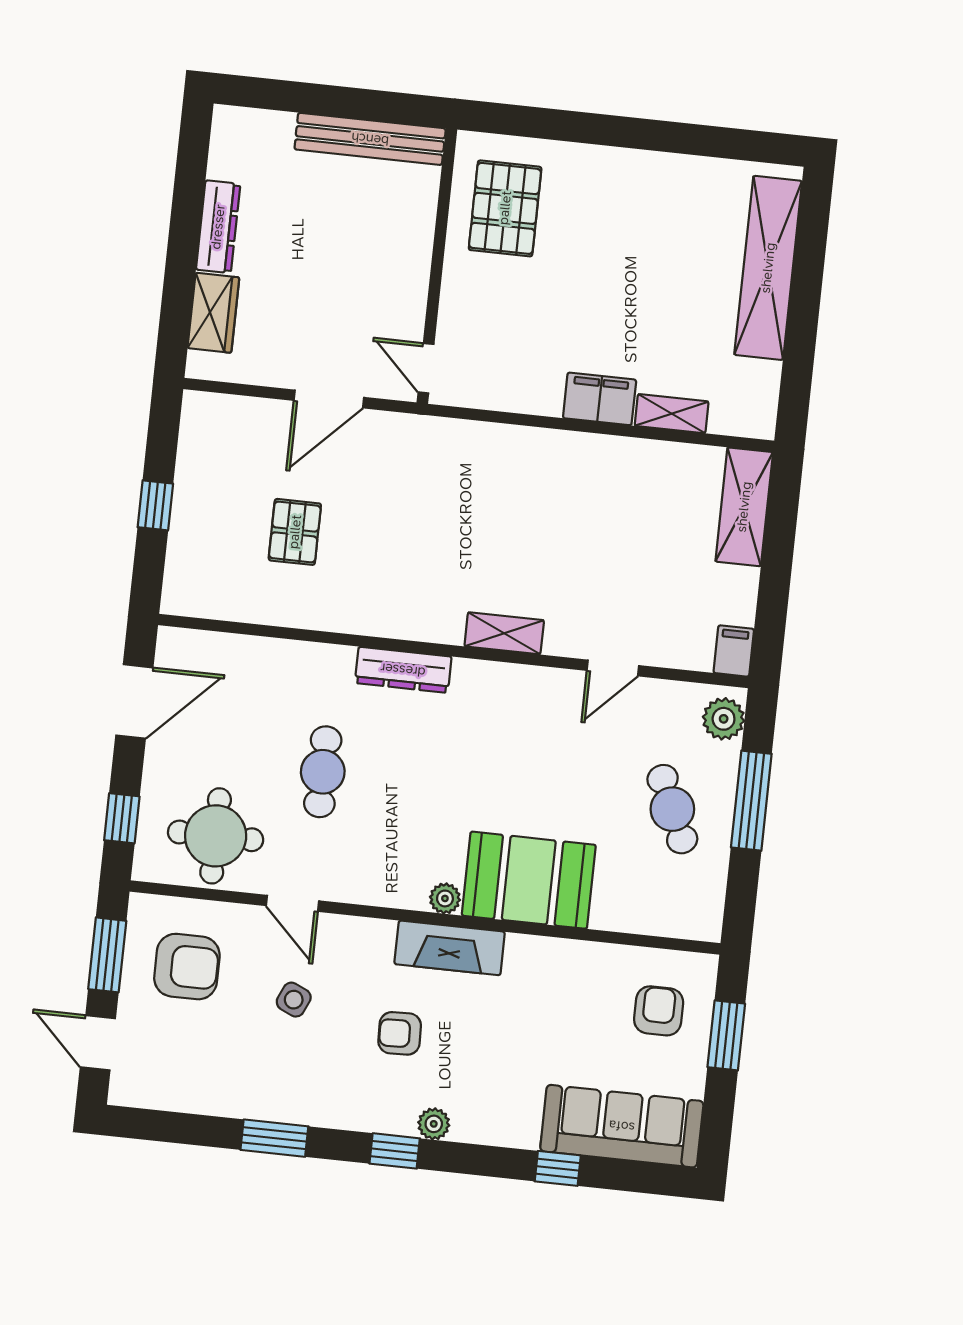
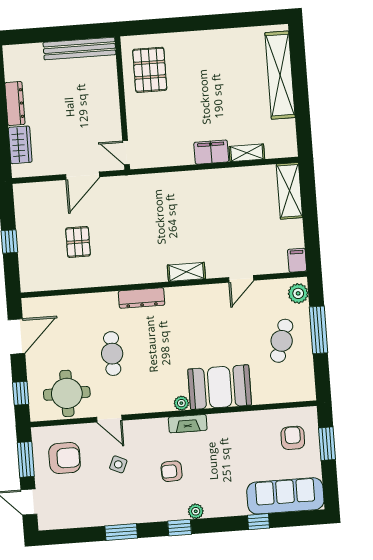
cafe table: (672, 809) -> (282, 341), turned 42
fireplace: (450, 948) -> (188, 424), width x0.73, depth x0.76

